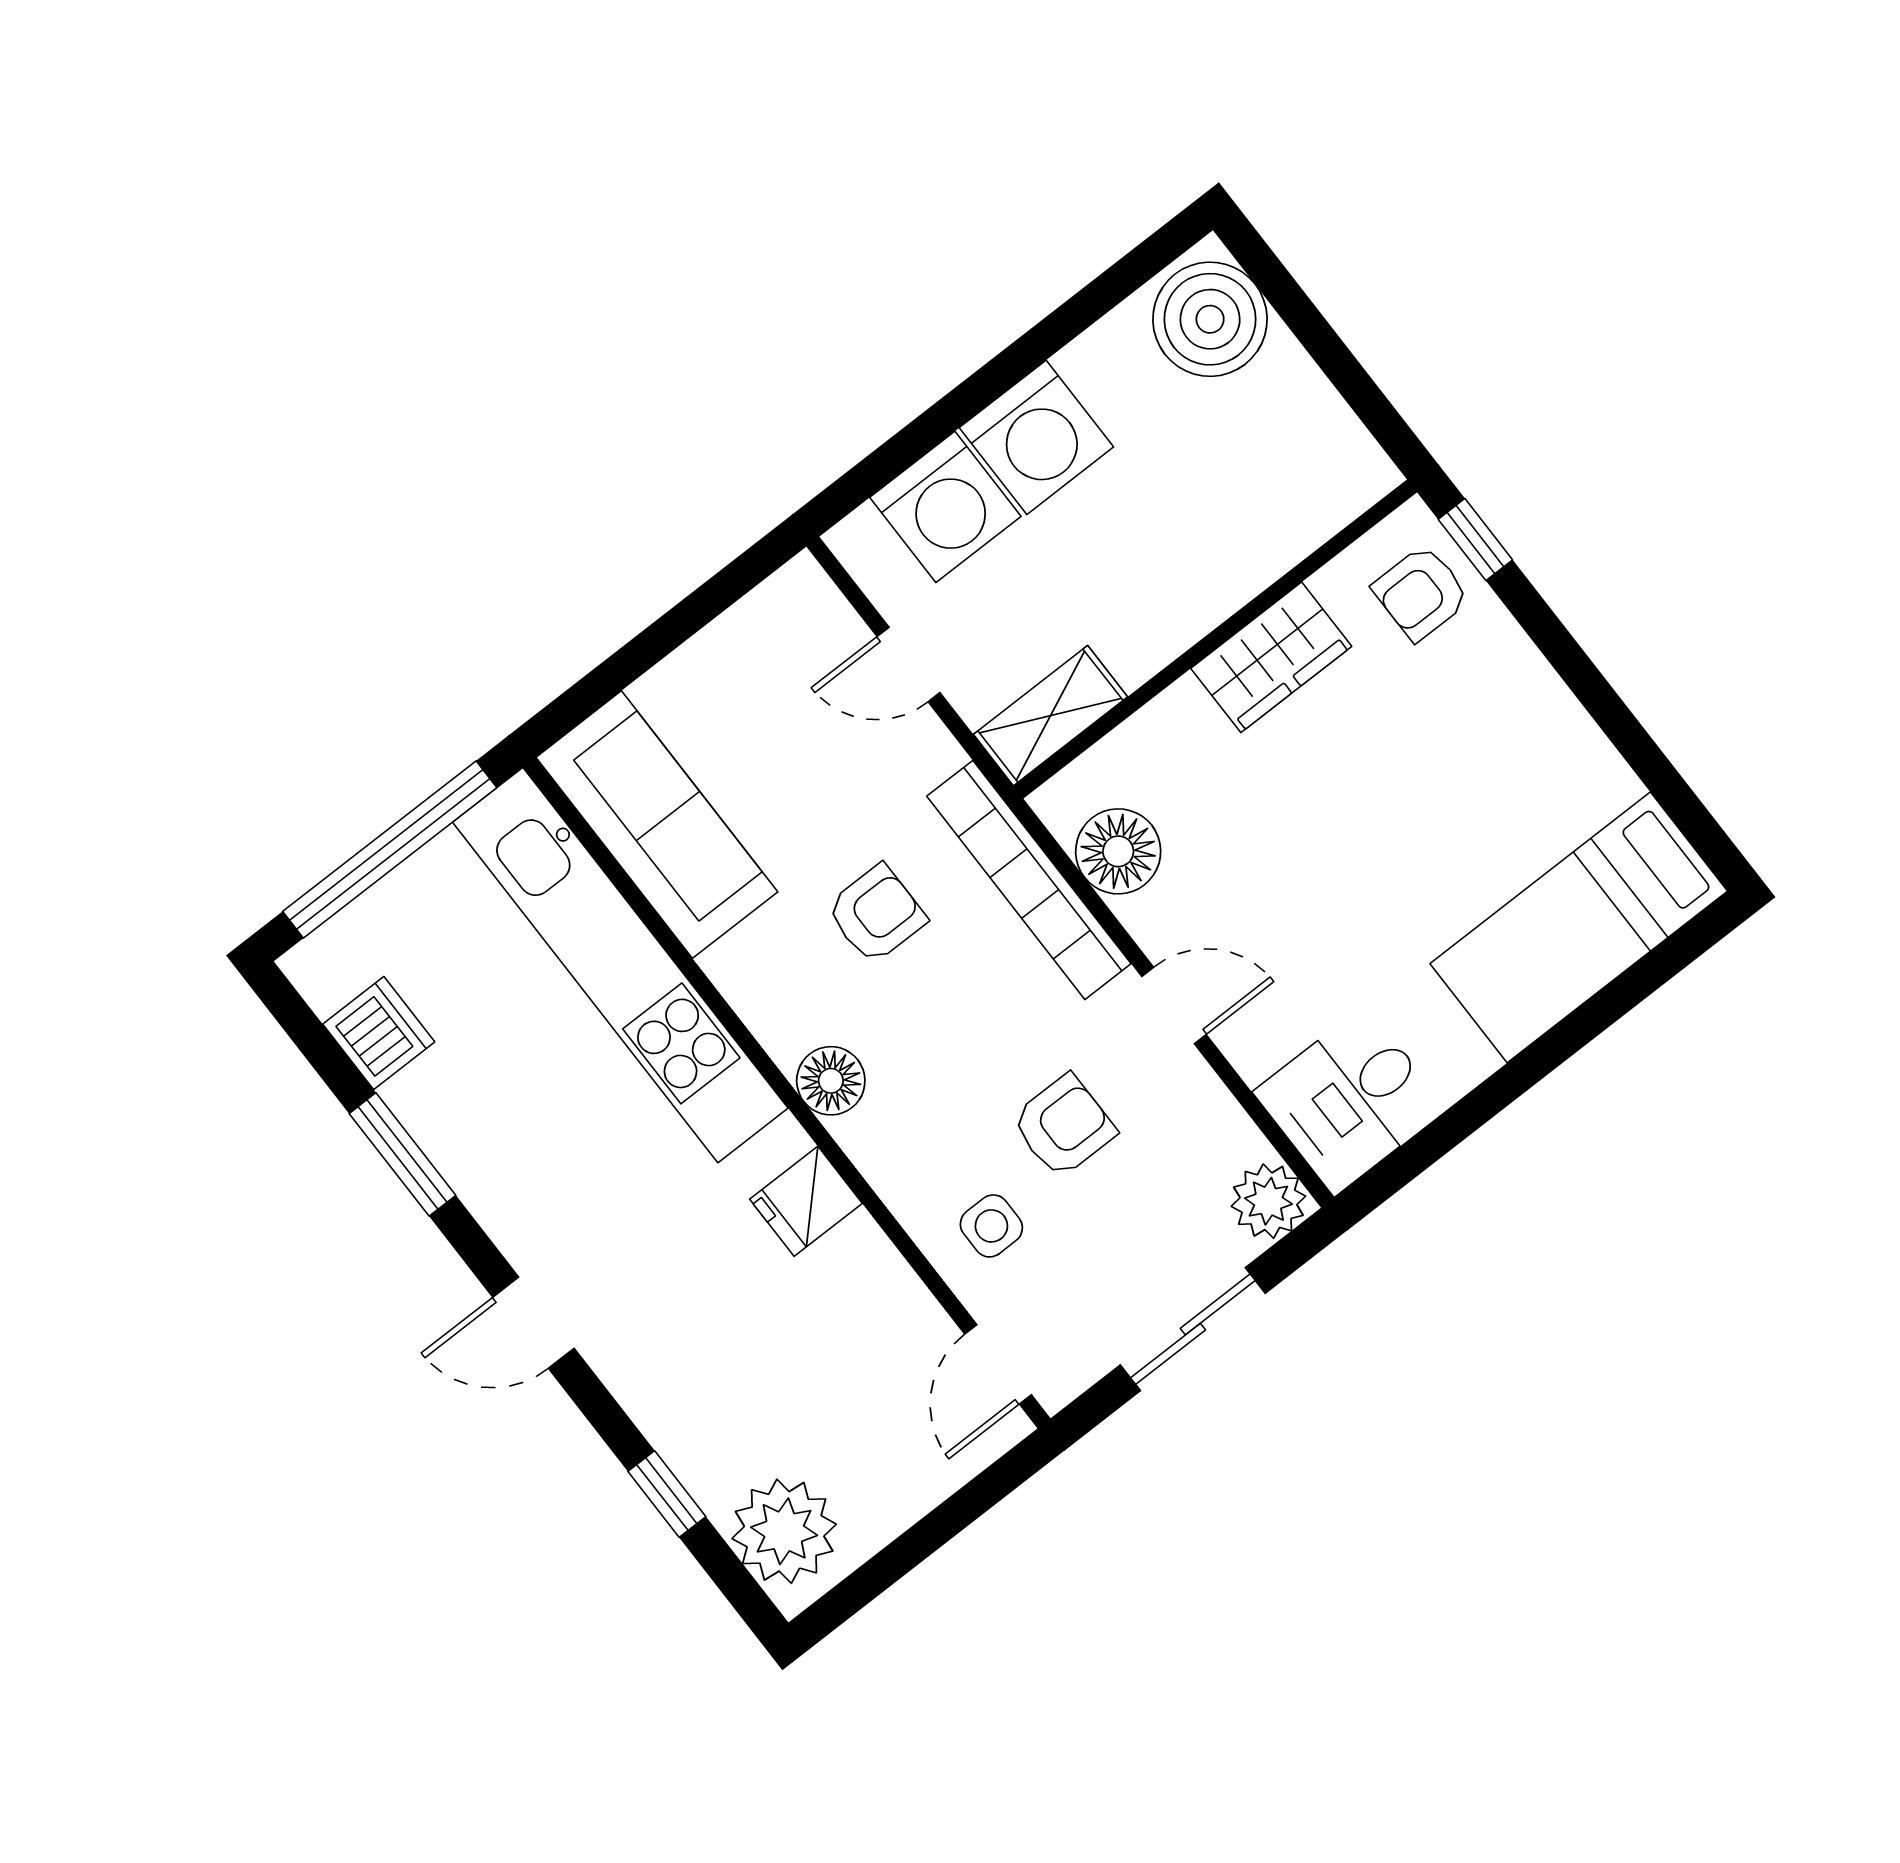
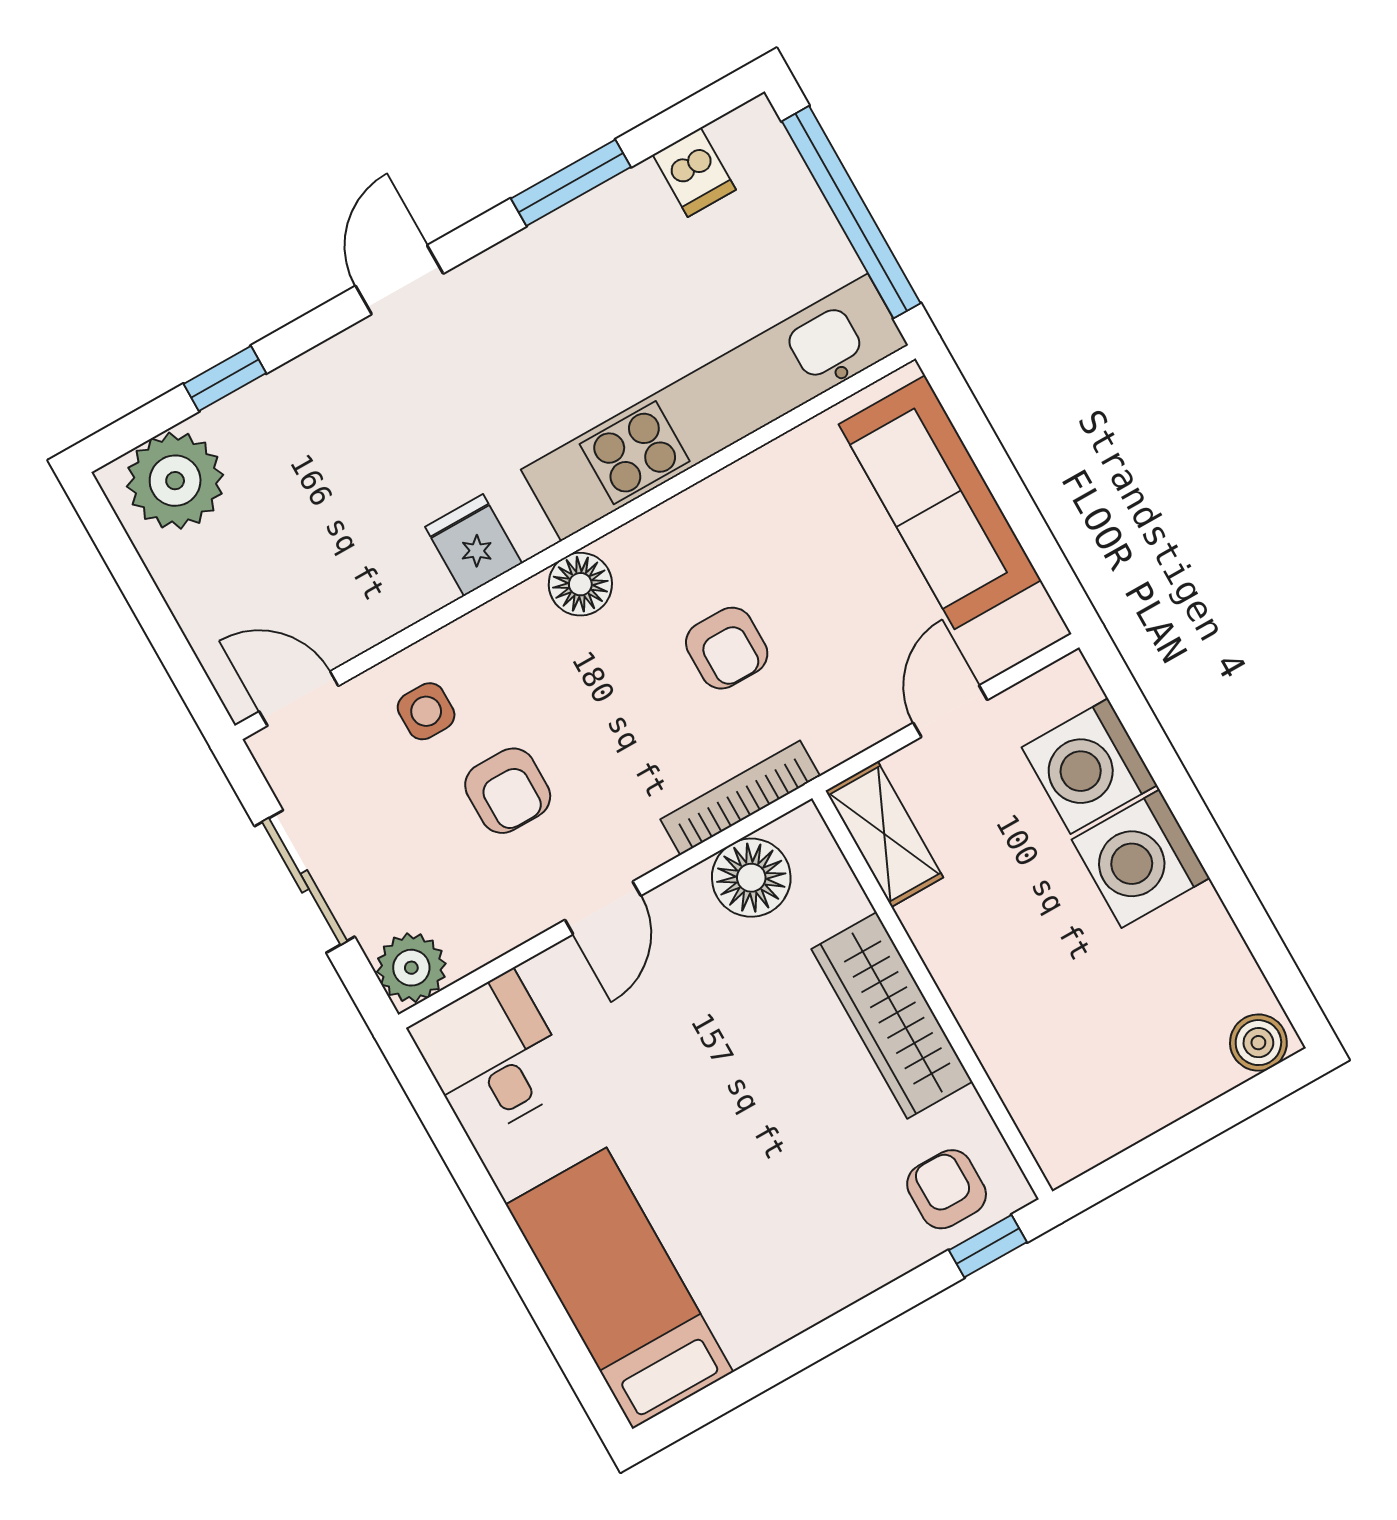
boiler: (1210, 319) -> (1258, 1043), width x0.54, depth x0.54
wardrobe: (1271, 657) -> (892, 1015), width x1.50
sofa: (657, 825) -> (940, 502), moved, turned 90
bookcase: (1029, 880) -> (740, 798), width x0.68, depth x0.76
dishwasher: (379, 1033) -> (694, 172), width x0.73

